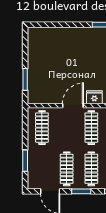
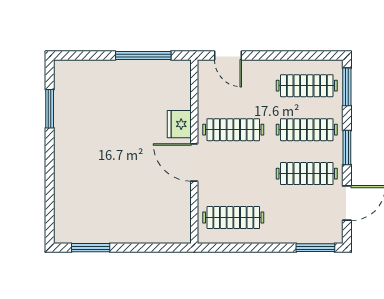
window: (25, 79) -> (91, 248), moved
window: (25, 161) -> (315, 248), moved

